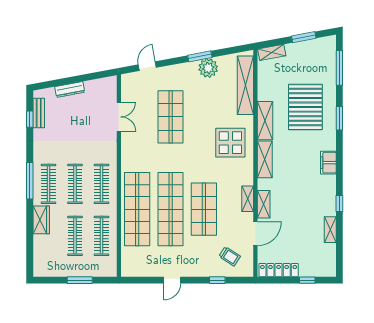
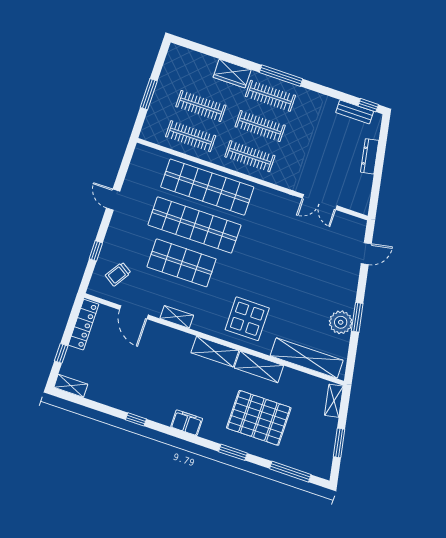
door: (147, 66) -> (366, 254), hinge flipped
shop shelf: (171, 117) -> (300, 261), removed
window: (30, 119) -> (368, 105), moved
shelving: (264, 204) -> (164, 333), removed
shelving: (330, 230) -> (71, 386), moved

